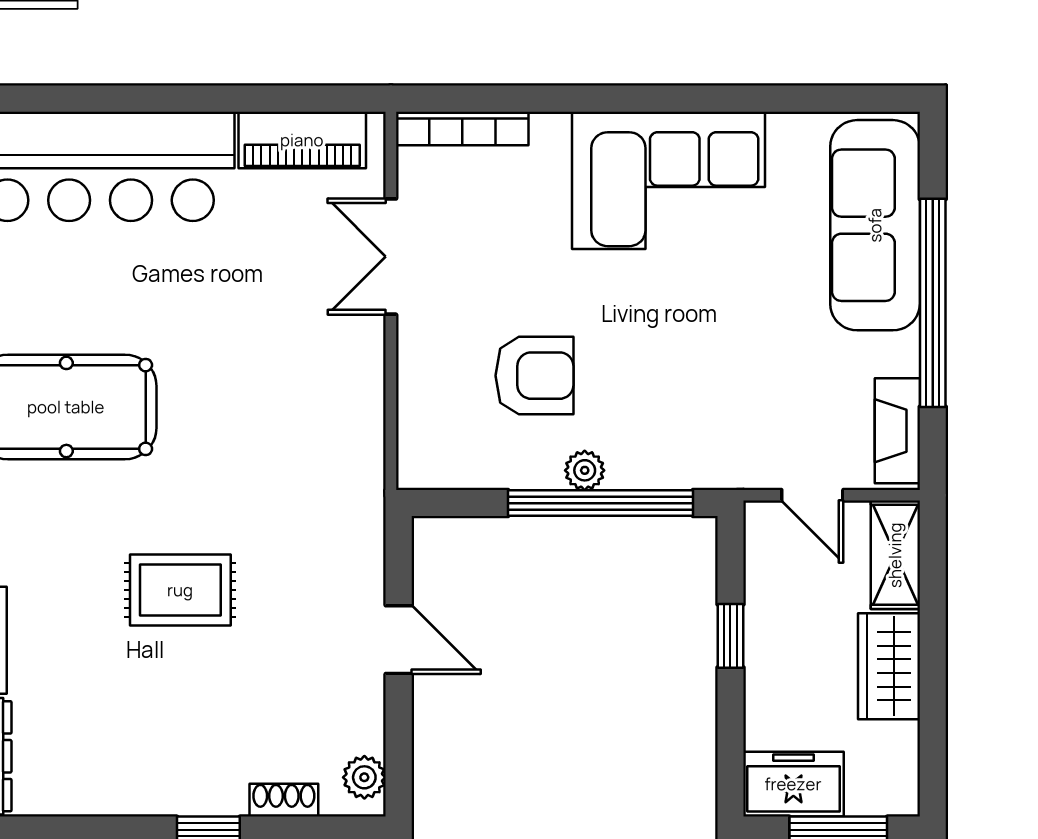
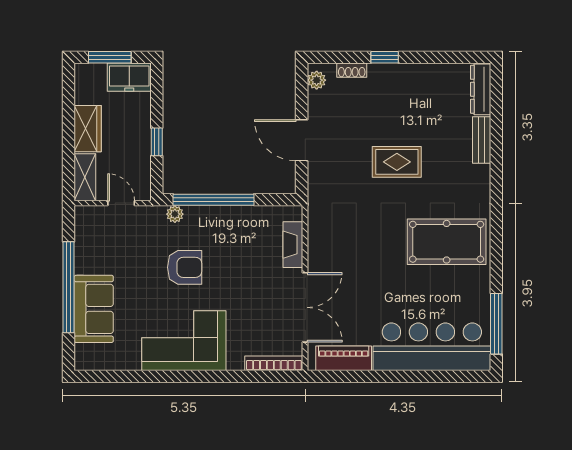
sofa: (875, 225) -> (94, 309), width x0.73
double door: (391, 257) -> (305, 307), width x1.37
armchair: (534, 376) -> (185, 267), moved, turned 180
fireplace: (897, 431) -> (293, 245), moved, turned 180
plant: (585, 470) -> (175, 214), moved
door: (399, 640) -> (302, 140), width x1.38

